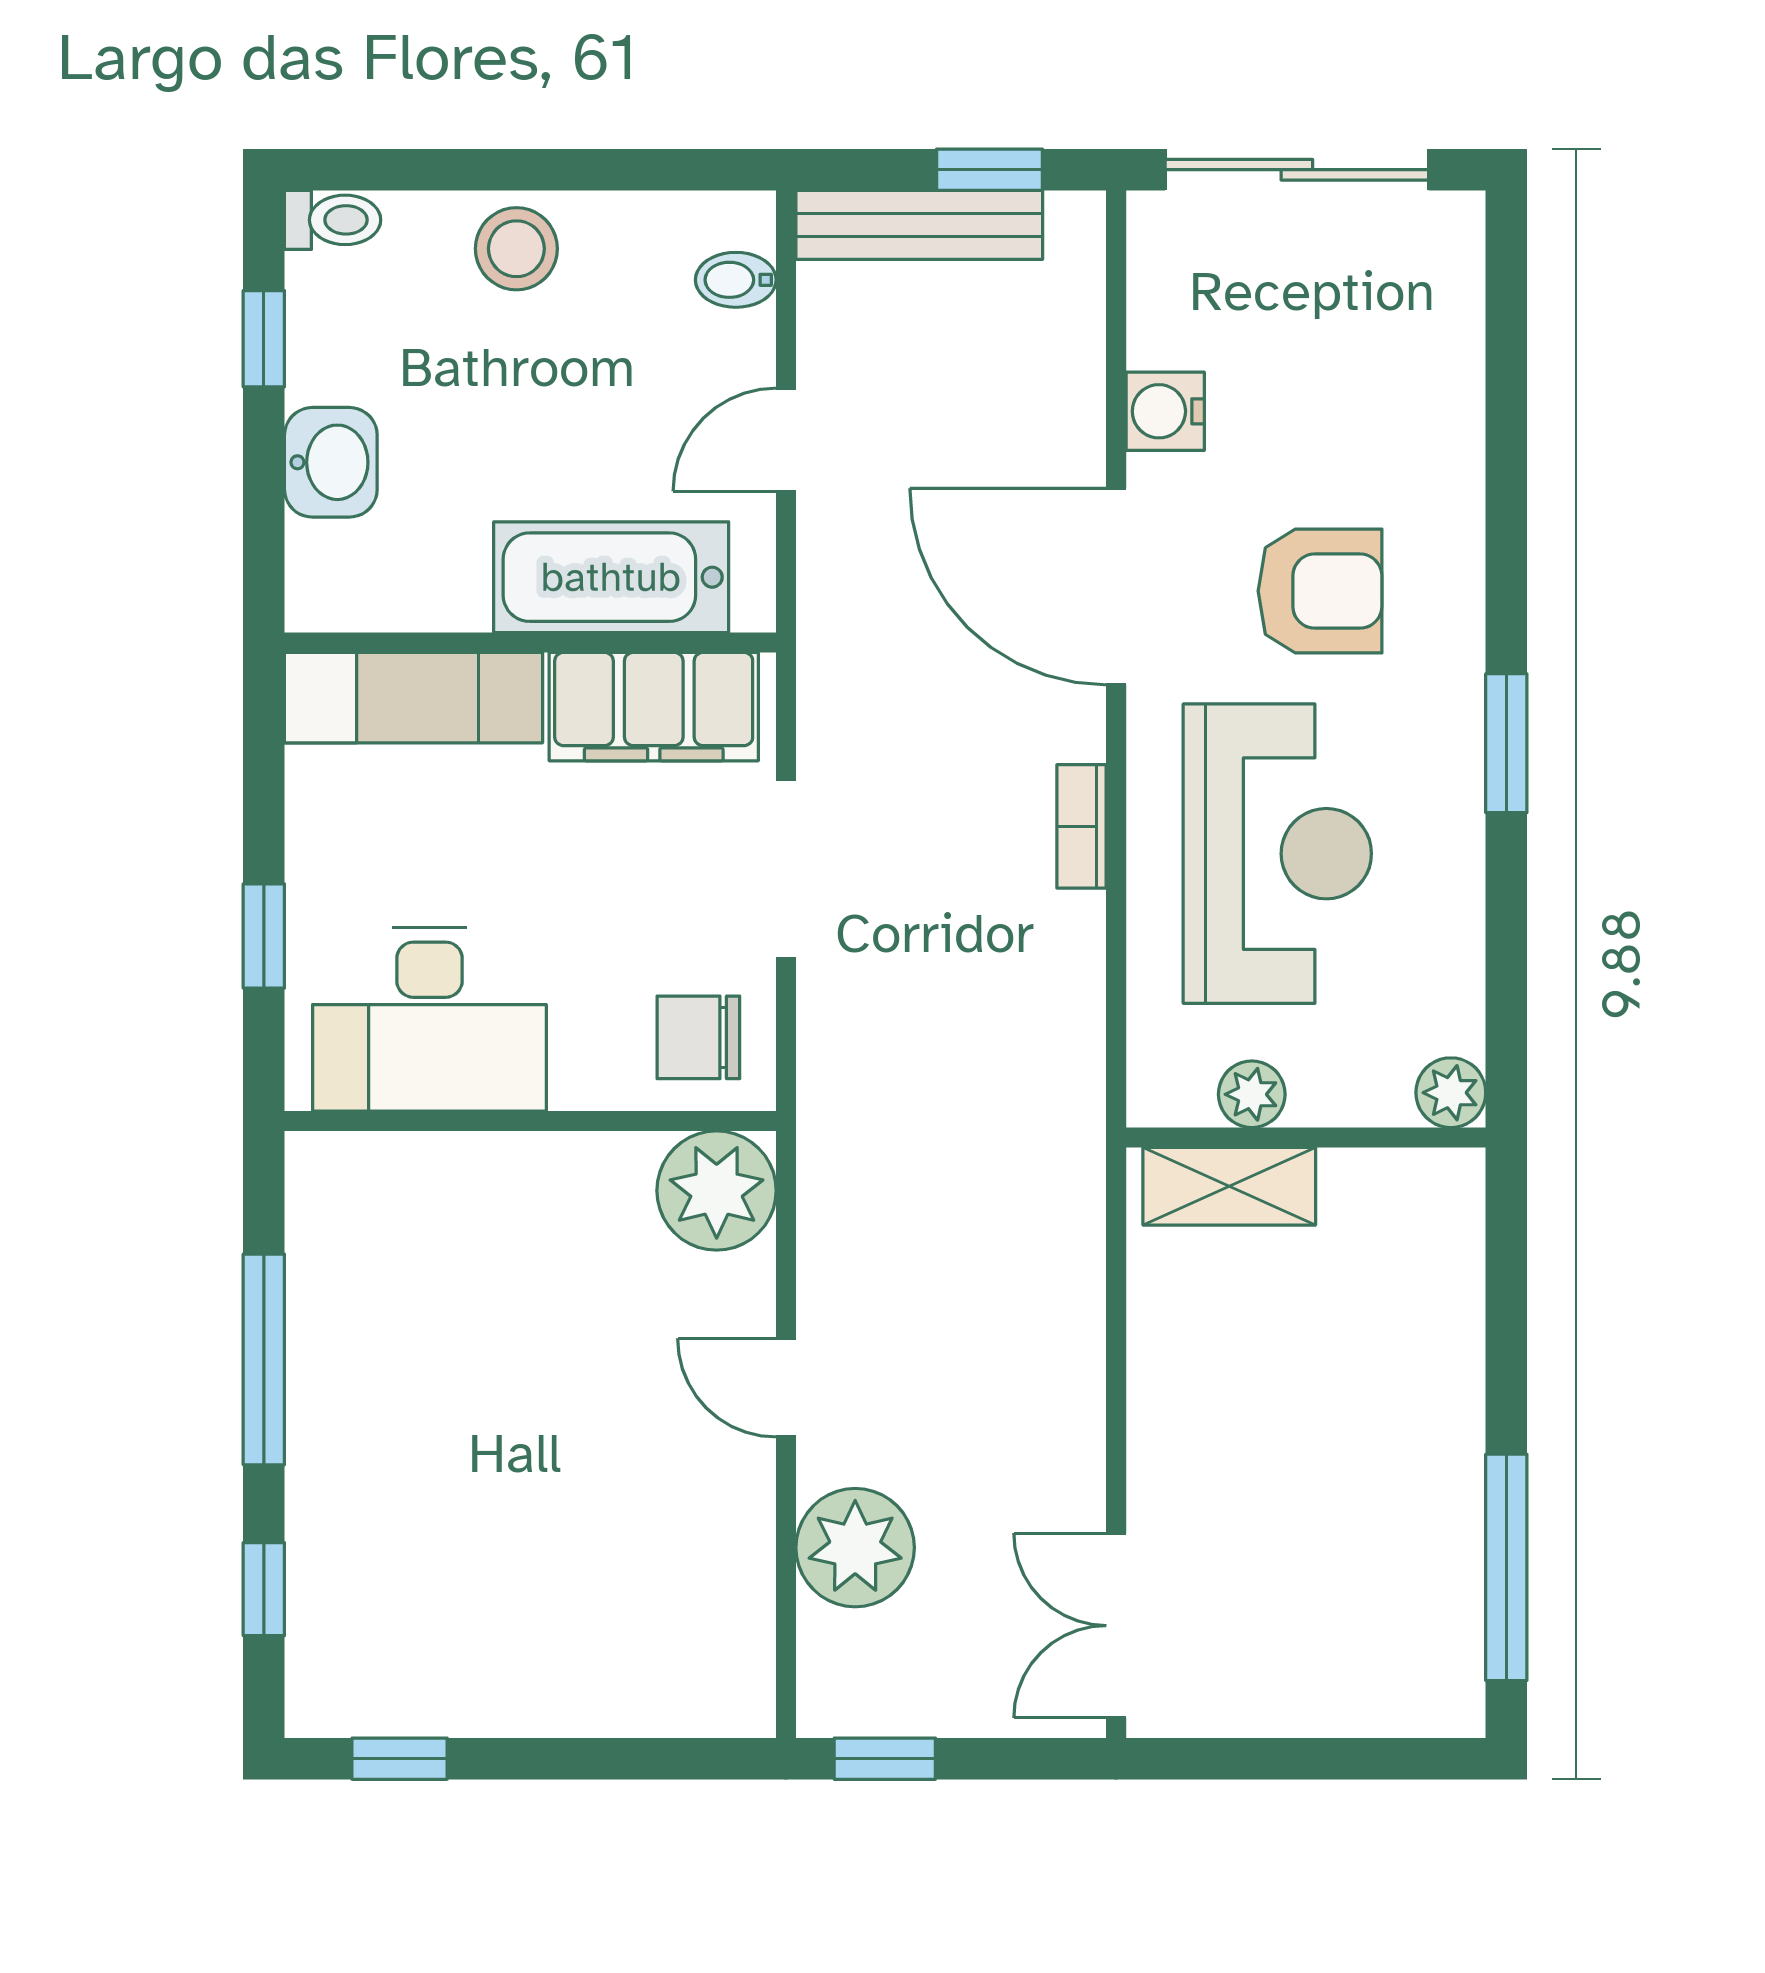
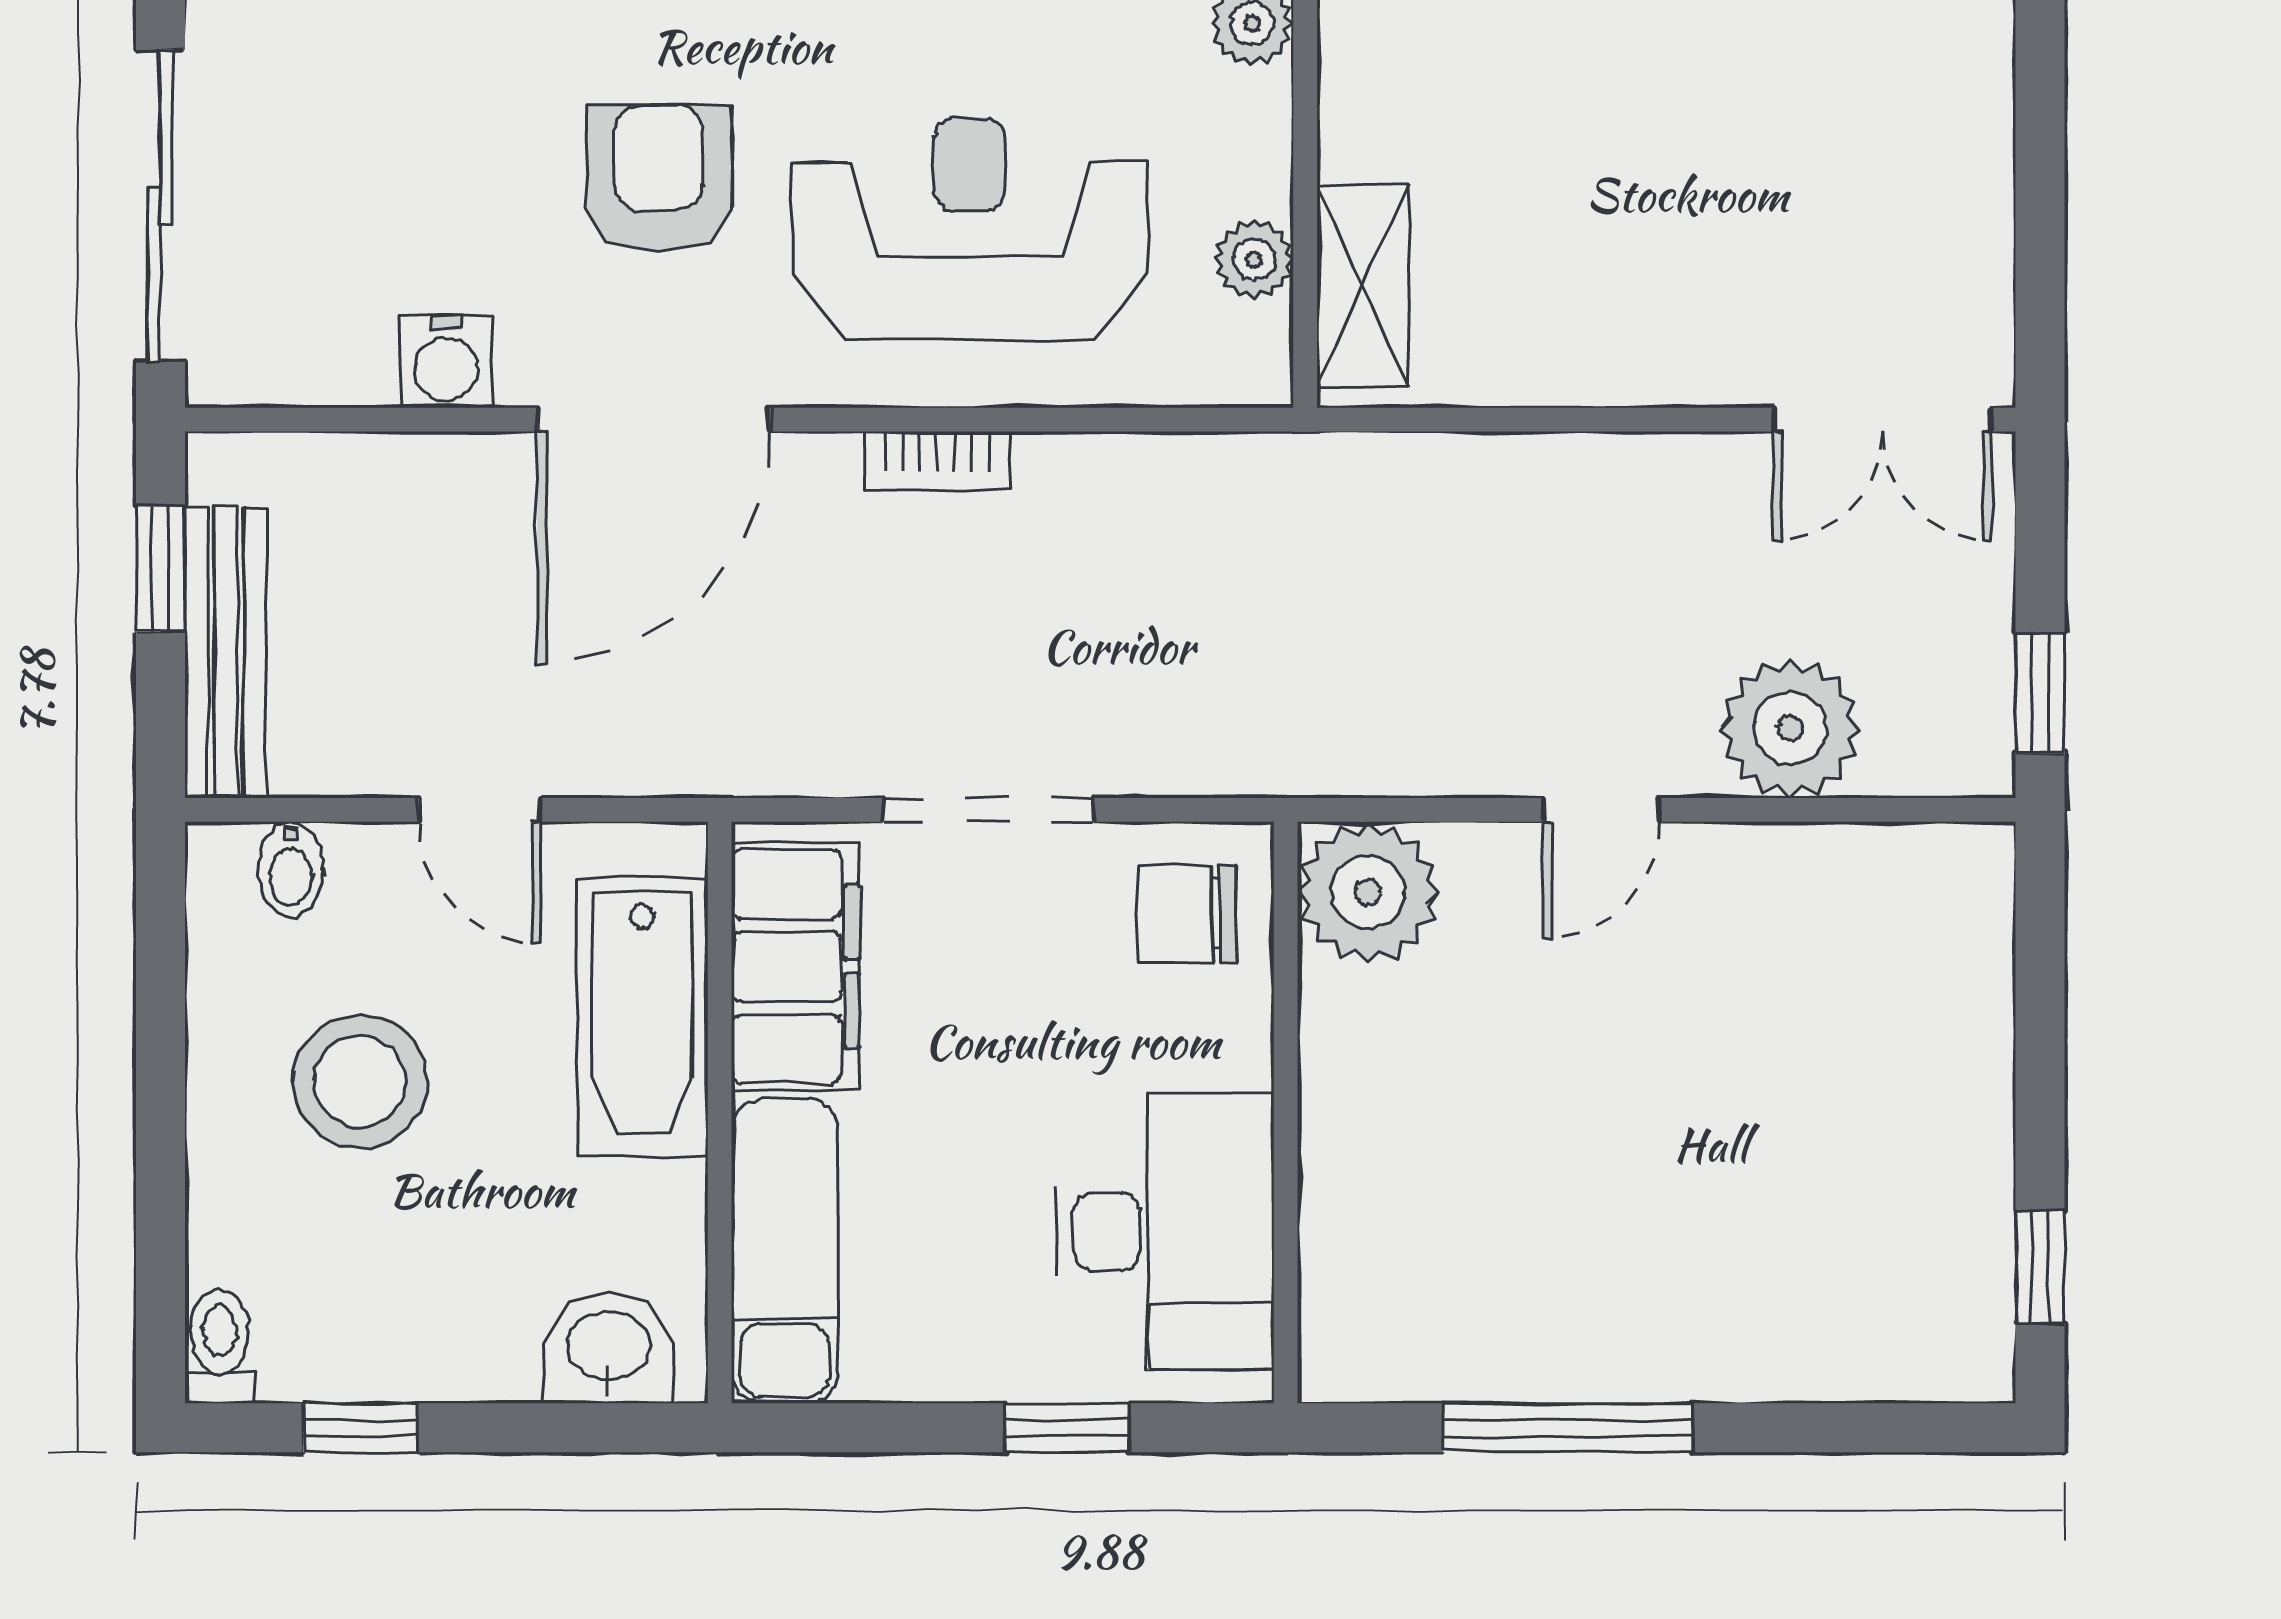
stool: (516, 249) -> (360, 1081), moved, width x1.38, depth x1.38
washbasin: (331, 462) -> (609, 1348), moved
chair: (698, 1037) -> (1187, 914), turned 90
window: (264, 1589) -> (1839, 1428), removed

